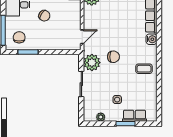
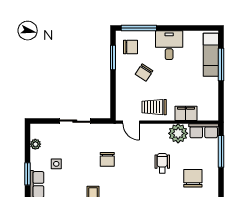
wheelchair: (117, 11) -> (162, 163), added
chair: (44, 16) -> (144, 73), moved
trolley: (69, 17) -> (154, 107), added
plant: (92, 63) -> (100, 134), removed

